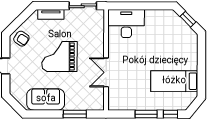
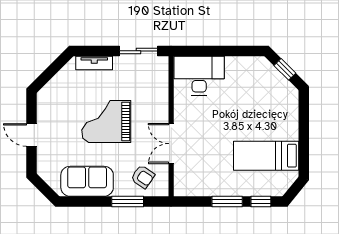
armchair: (21, 39) -> (143, 177), moved

